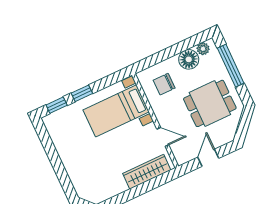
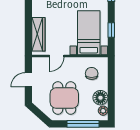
window: (82, 93) -> (111, 30), moved
door: (208, 158) -> (28, 80), swing flipped

